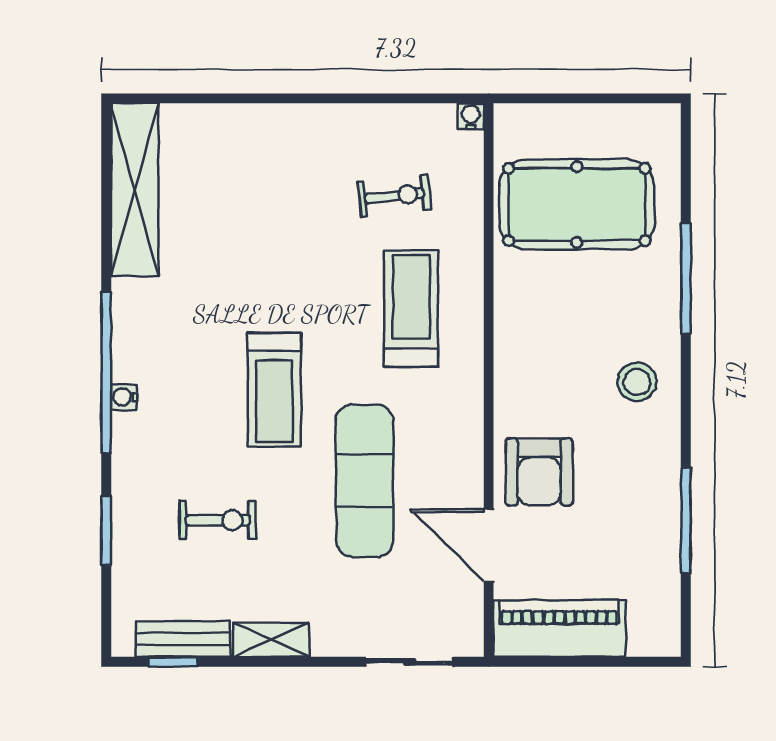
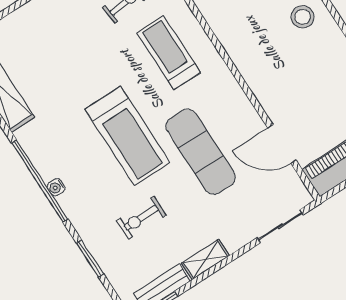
treadmill: (274, 390) -> (127, 136), width x1.37, depth x1.37
armchair: (539, 472) -> (283, 92), removed
exercise bike: (218, 520) -> (141, 218), turned 180

